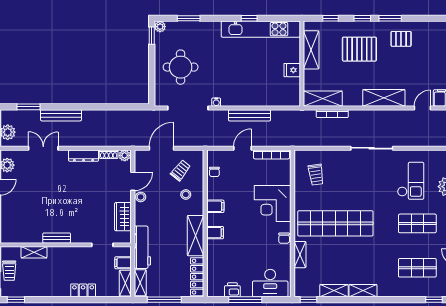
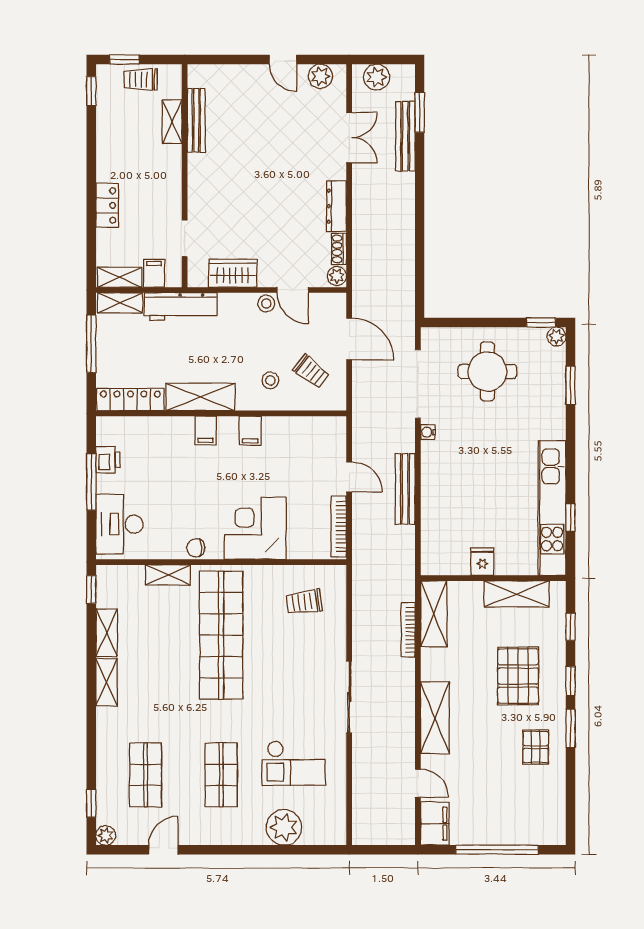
window: (249, 18) -> (571, 518), moved
bench: (61, 115) -> (405, 136), moved
chair: (214, 172) -> (309, 429), removed
bench: (57, 238) -> (196, 120), moved, width x1.36

